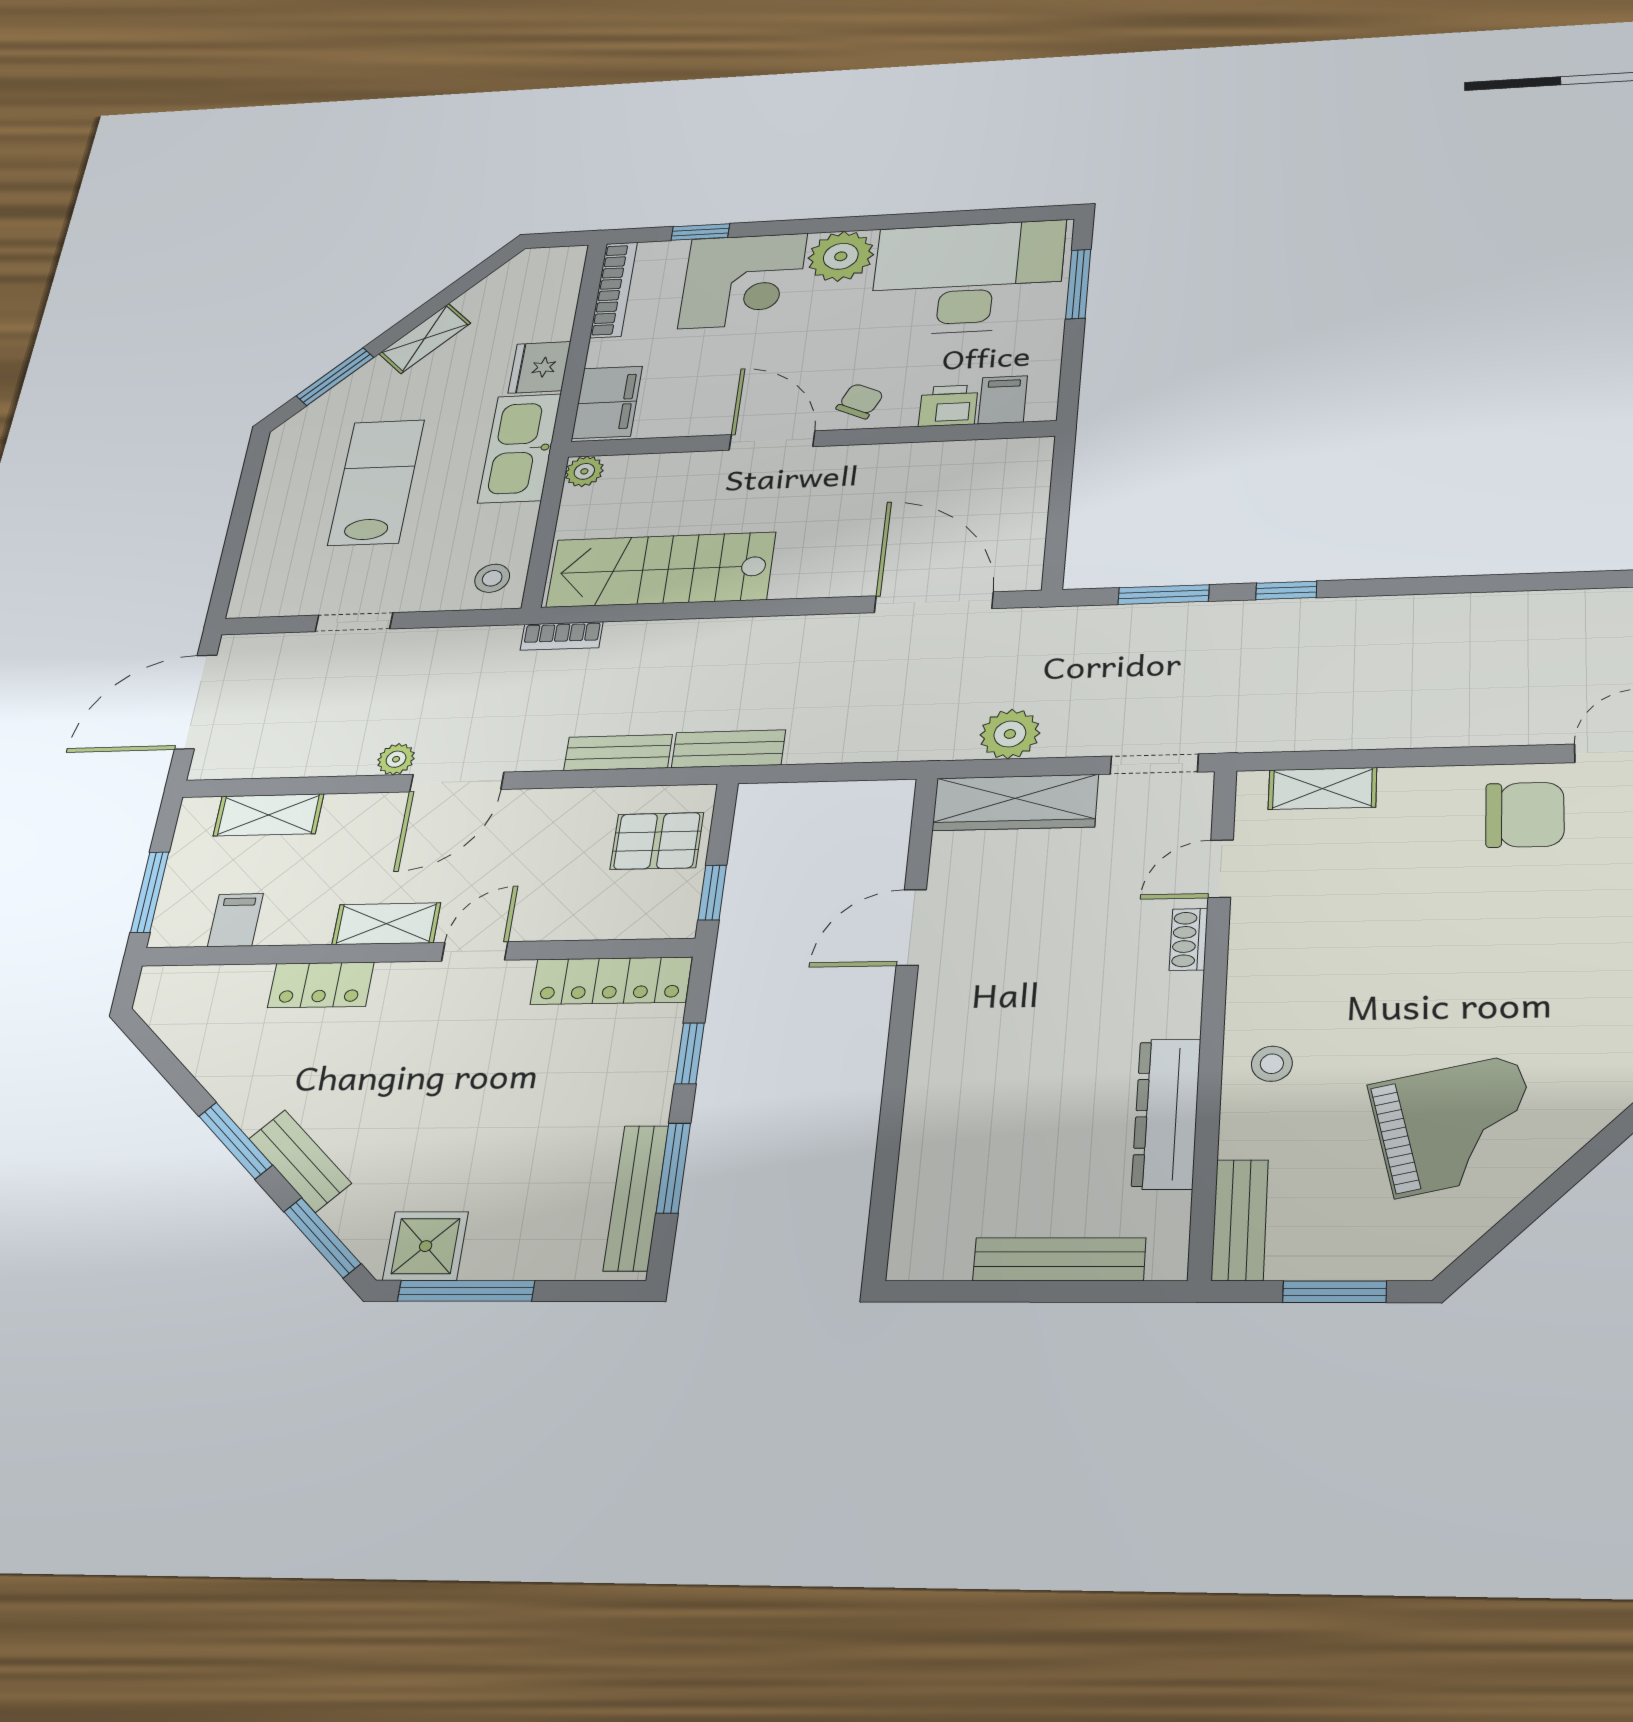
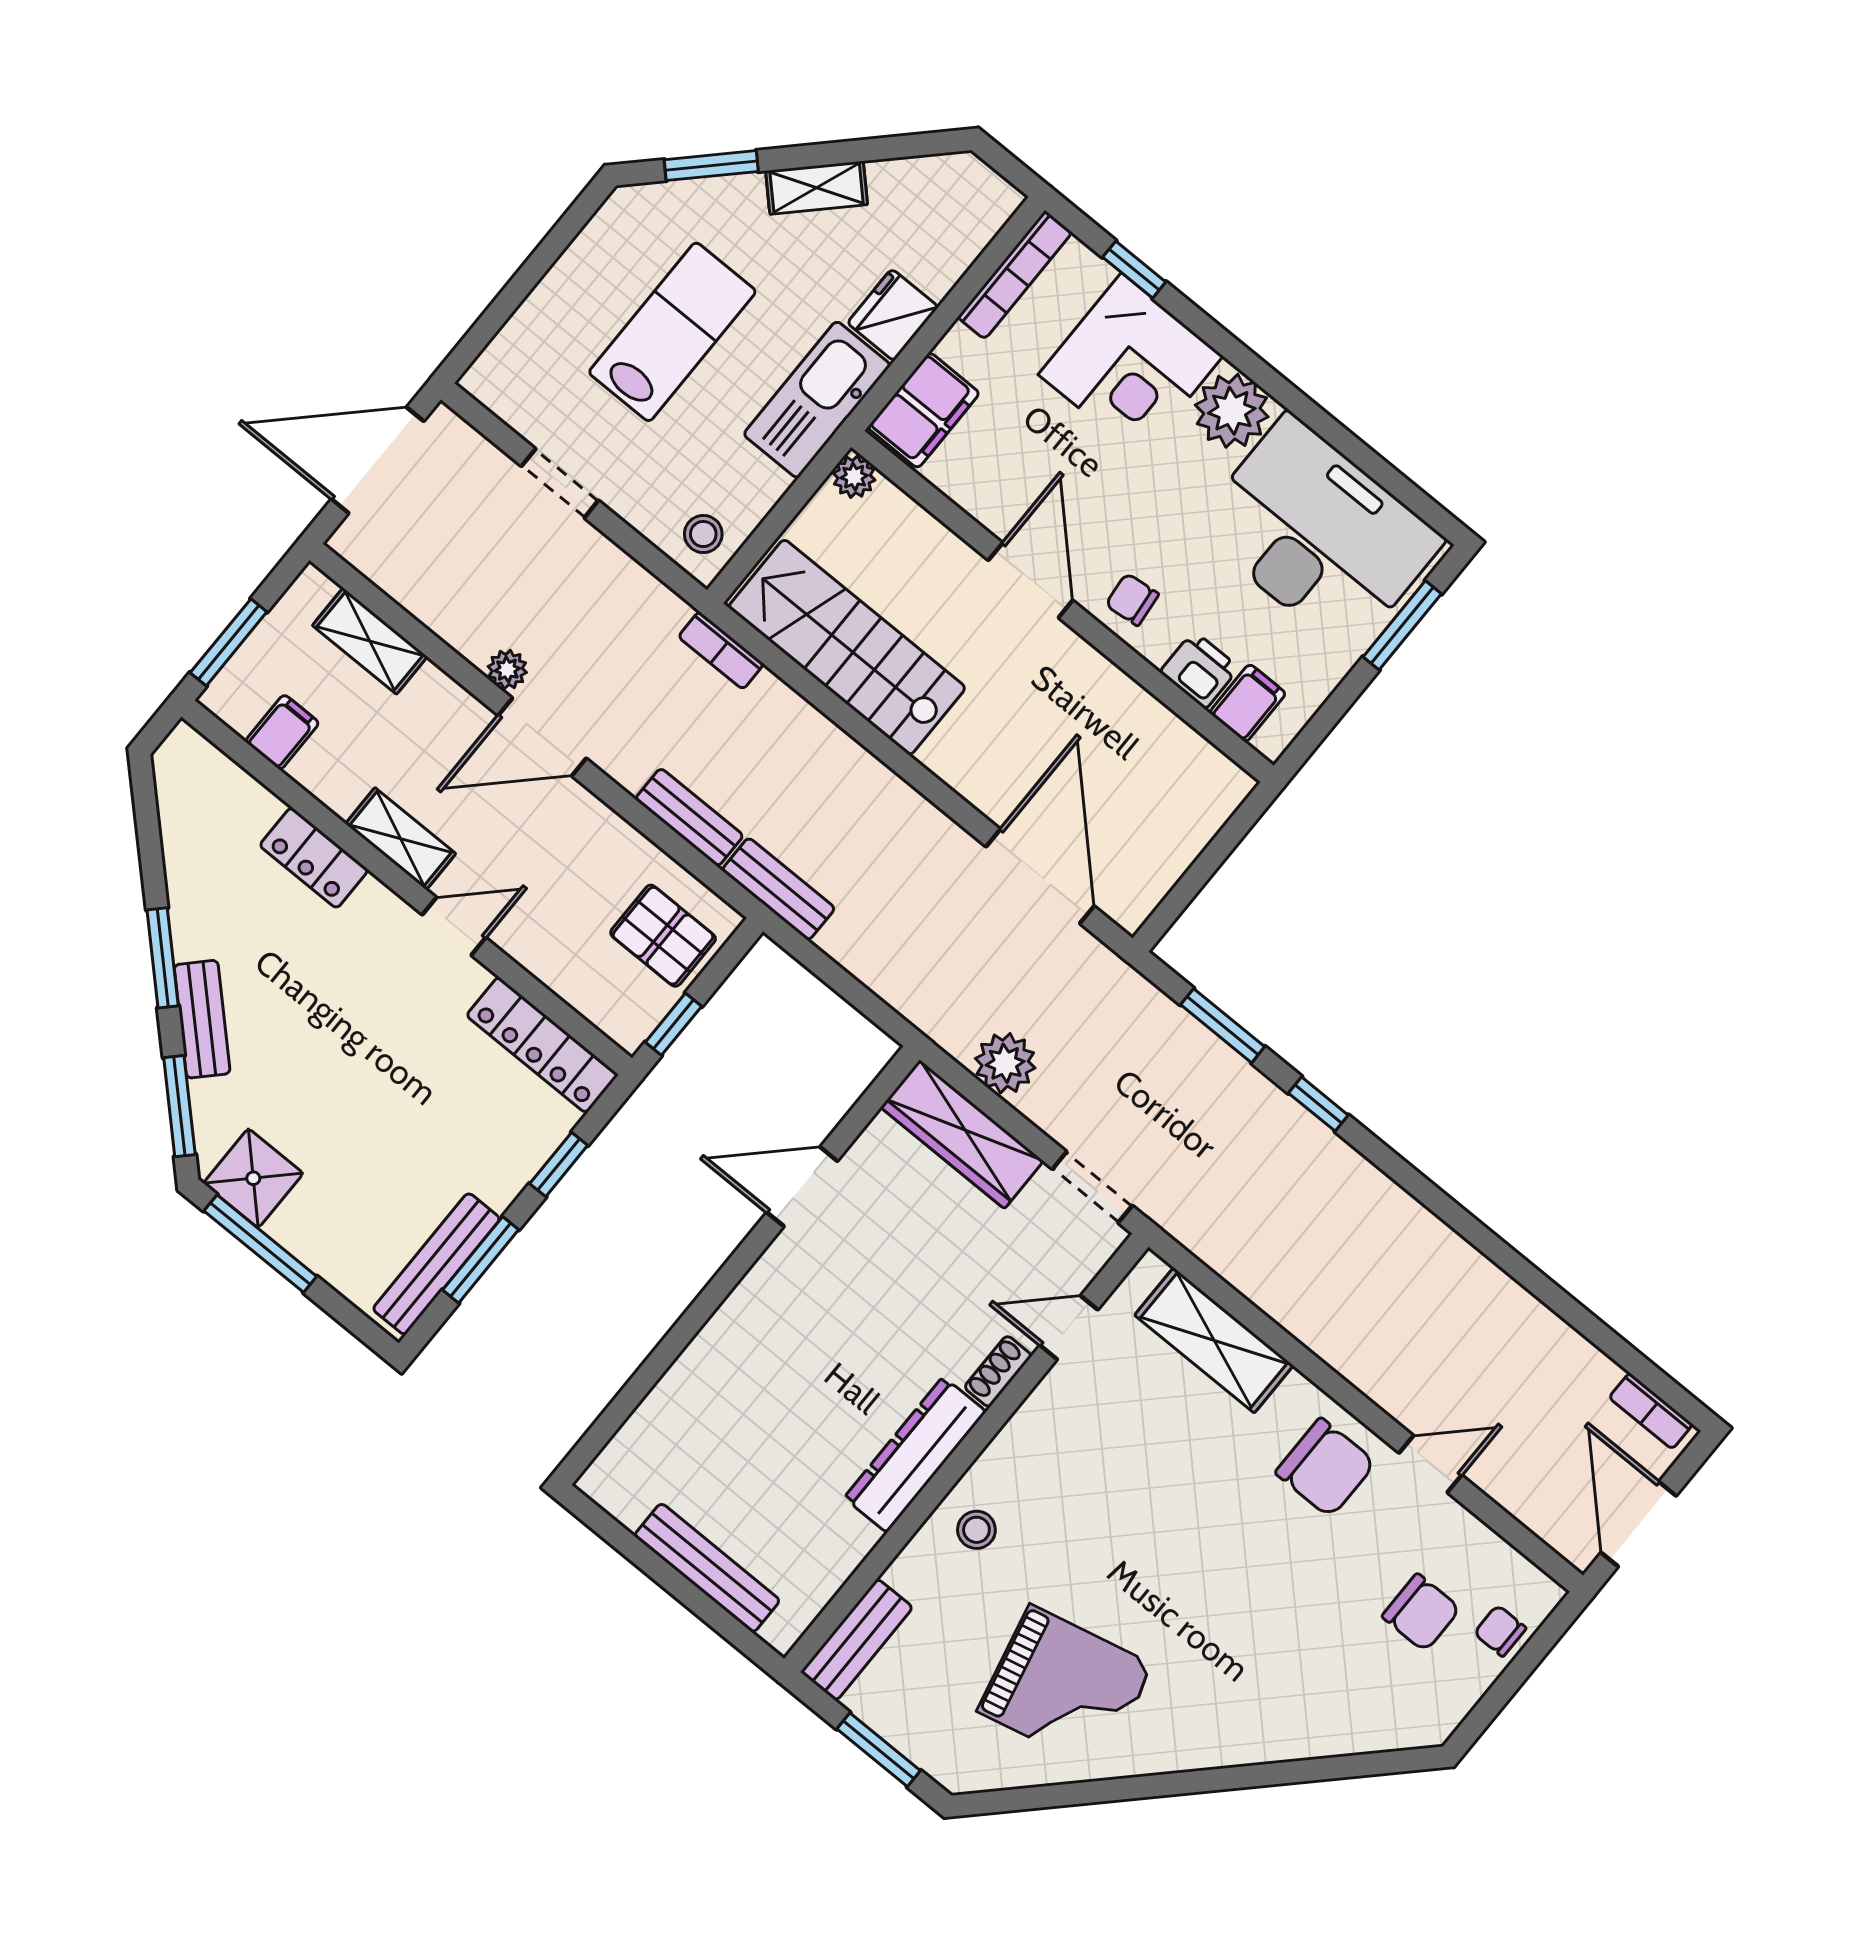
chair: (860, 401) -> (1132, 599), turned -121
shelving: (1322, 788) -> (1214, 1340), width x1.50, depth x1.33
dresser: (1166, 1114) -> (915, 1455), moved

